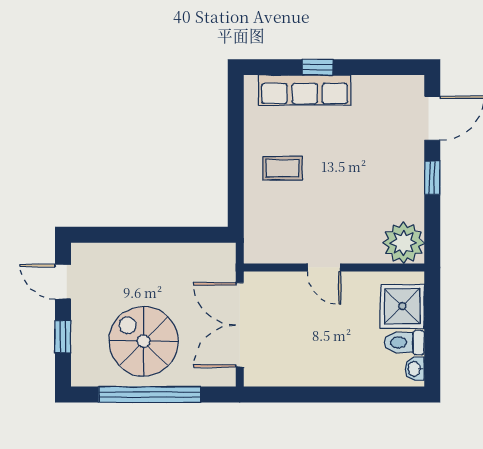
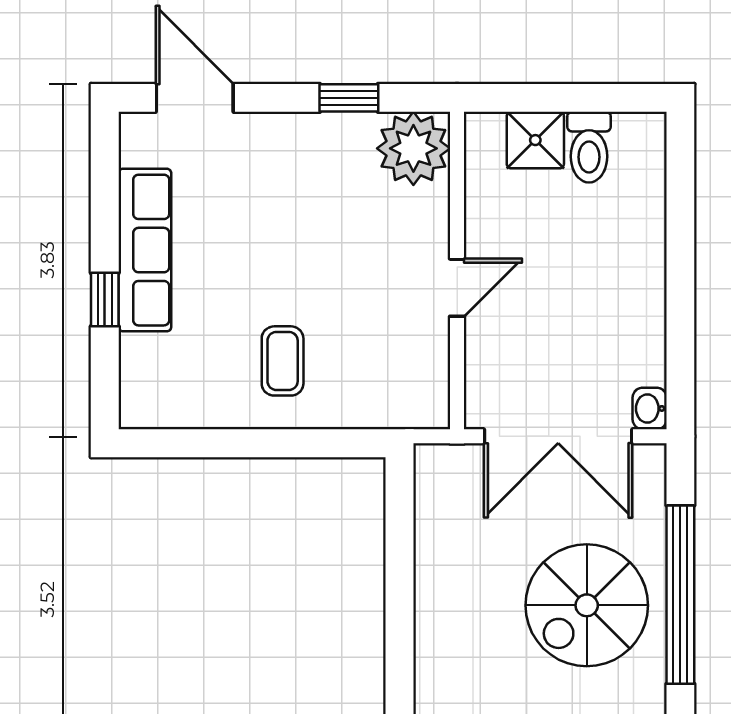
row of seats: (305, 90) -> (145, 250), moved
window: (432, 178) -> (349, 98), moved
shower: (402, 306) -> (535, 140), width x0.73, depth x0.73
washbasin: (415, 369) -> (650, 408), moved, turned 90

